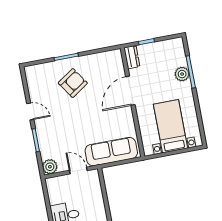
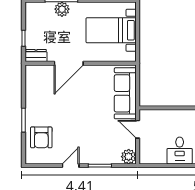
armchair: (73, 83) -> (41, 137), moved, turned -146
door: (130, 91) -> (69, 63), hinge flipped
door: (78, 171) -> (138, 129), hinge flipped

